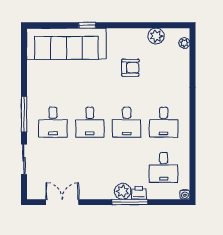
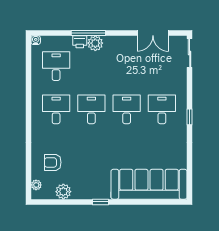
window: (87, 25) -> (101, 202), moved
armchair: (130, 68) -> (53, 162), moved
window: (24, 114) -> (190, 117), width x0.46
sliding door: (24, 159) -> (190, 53), moved

